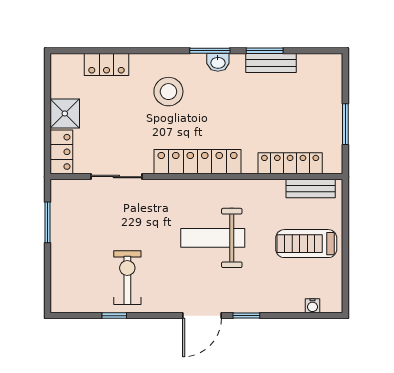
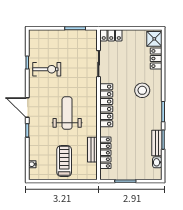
washbasin: (218, 62) -> (157, 162), moved
shower: (65, 113) -> (154, 39), moved
bench: (311, 189) -> (92, 150), moved

